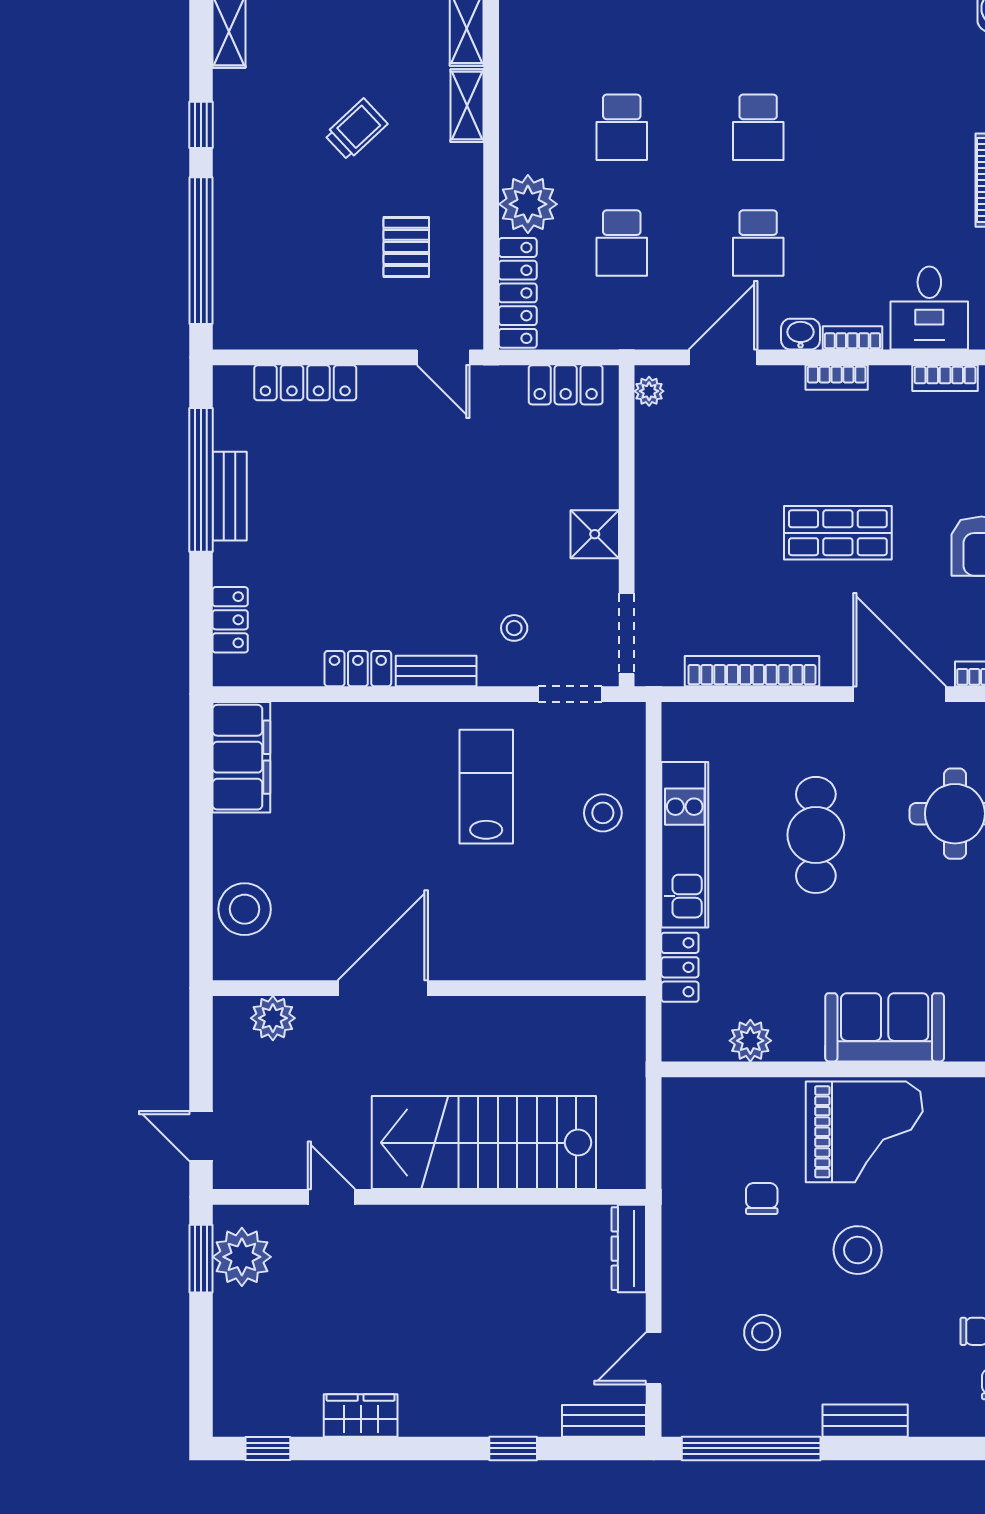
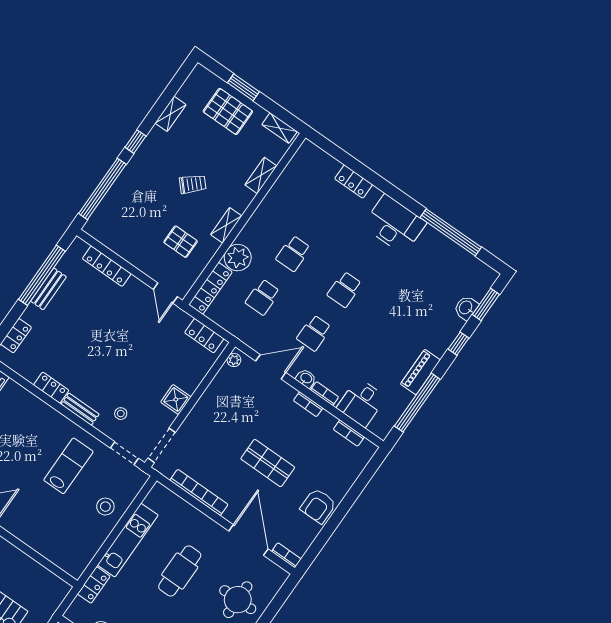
shelving: (467, 106) -> (226, 225), moved
pallet: (406, 247) -> (181, 242), turned 90

